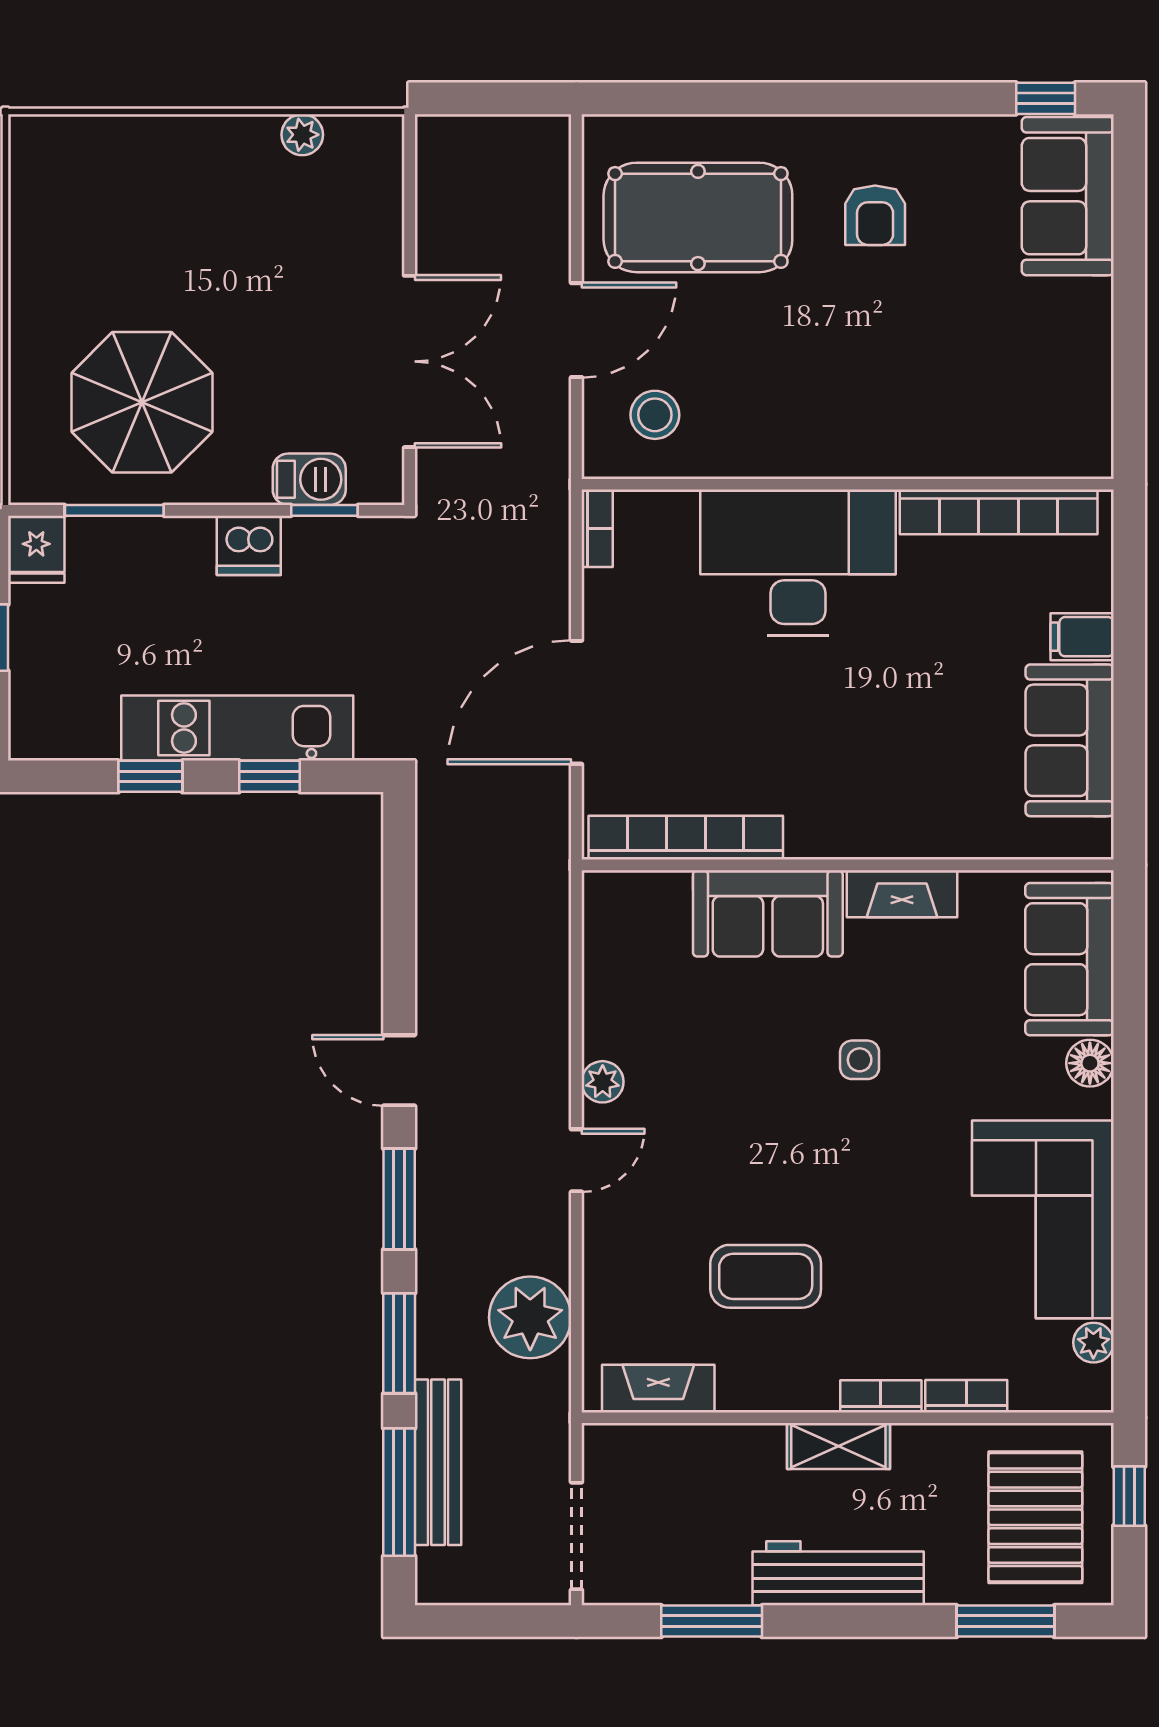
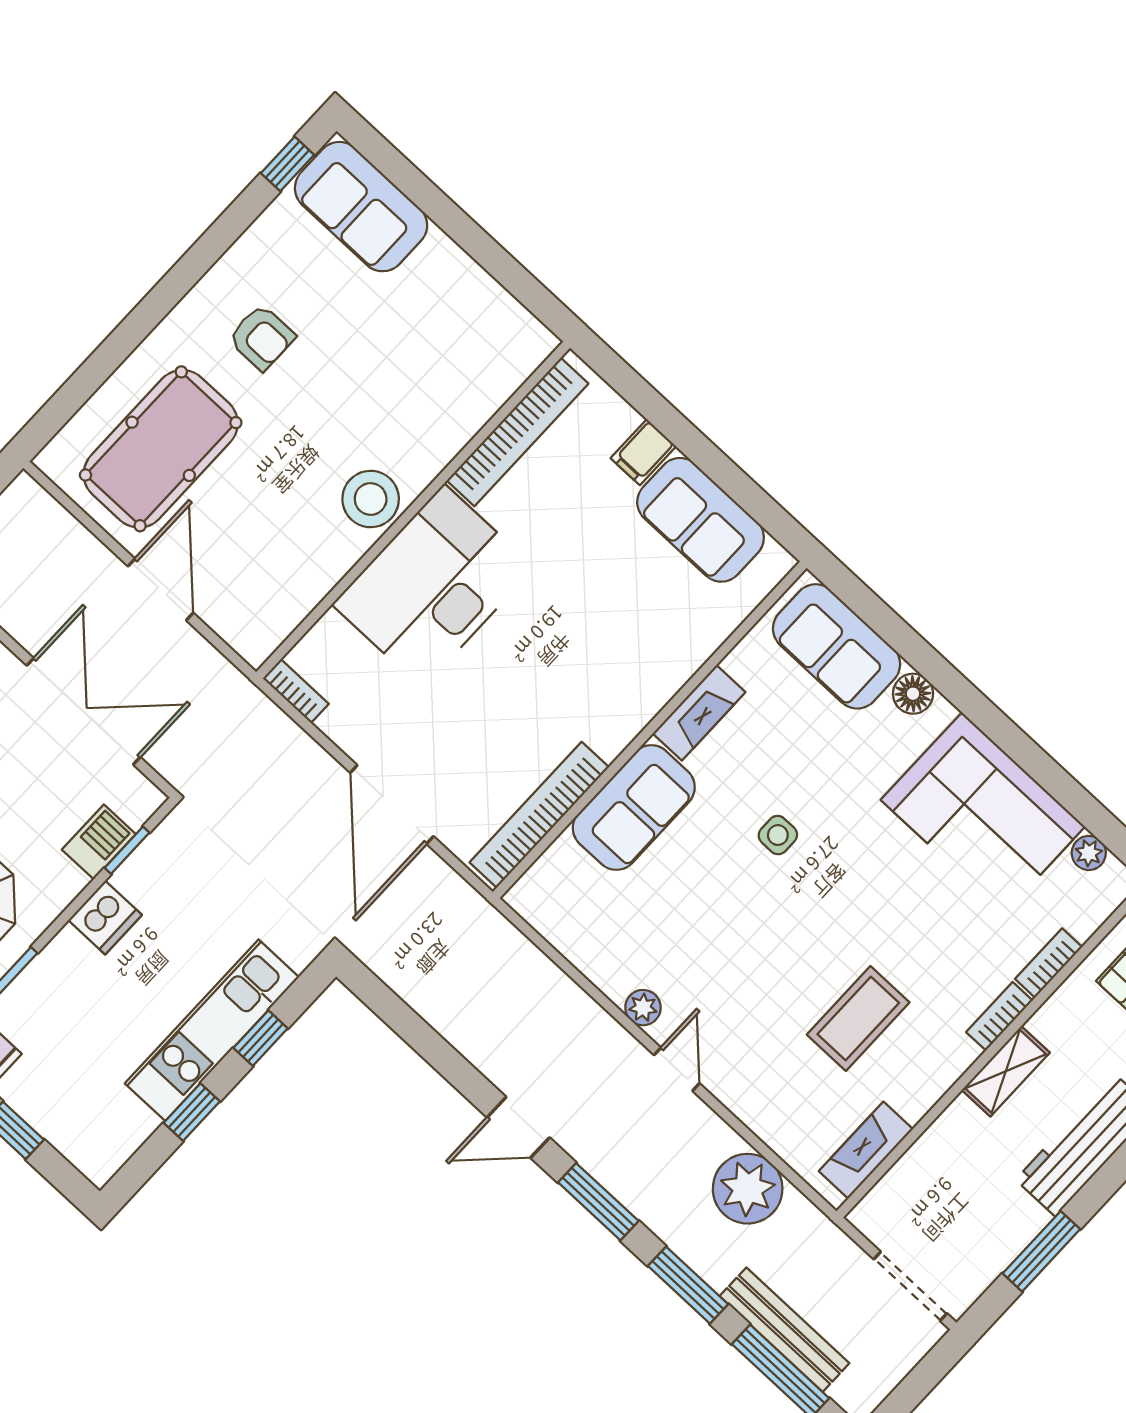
stool: (655, 415) -> (371, 499), moved, width x1.38, depth x1.38

